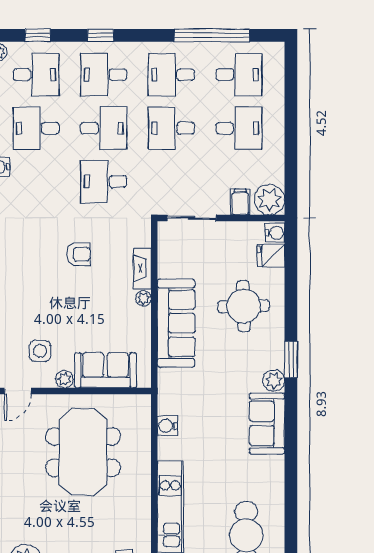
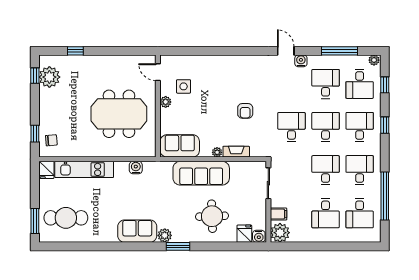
desk: (104, 128) -> (326, 127), turned 180
sofa: (106, 370) -> (180, 146), moved, turned -90

